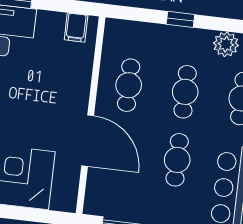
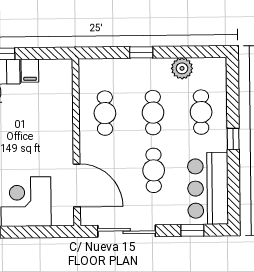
filing cabinet: (76, 28) -> (30, 71), moved
door: (88, 141) -> (77, 185), moved

